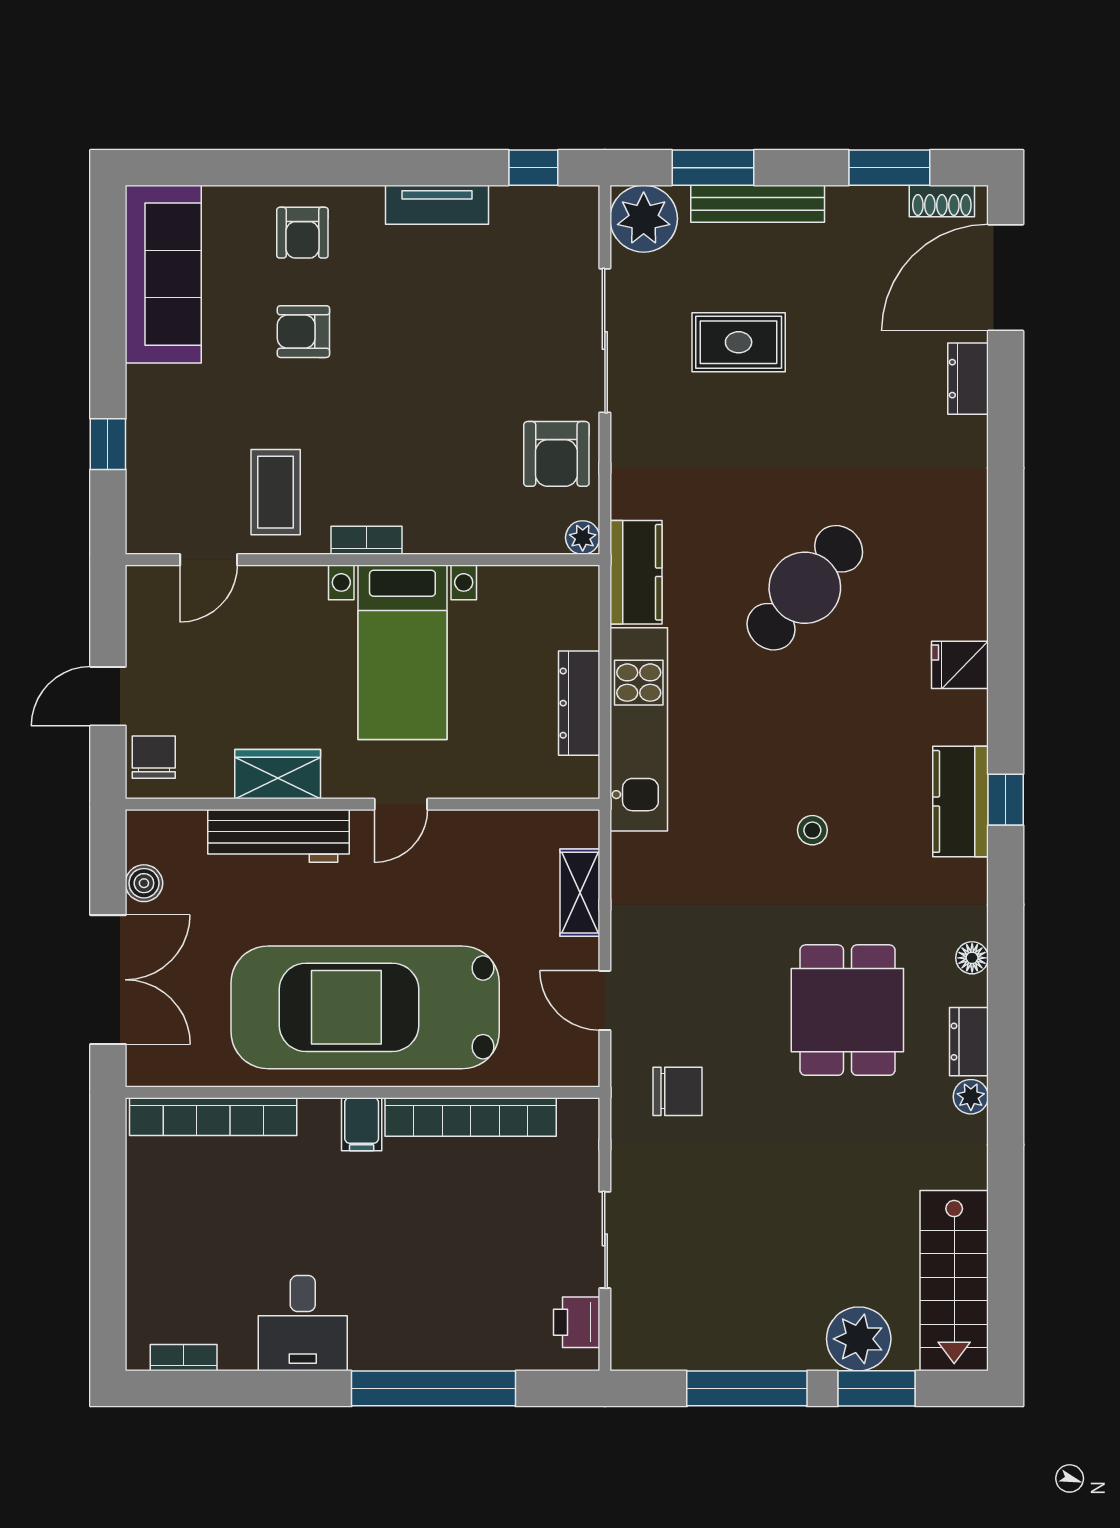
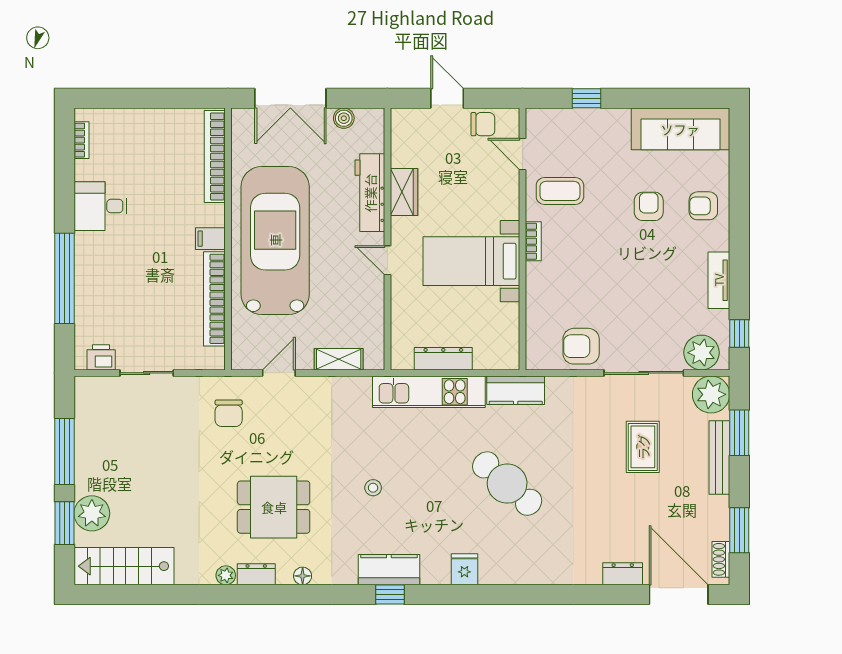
plant: (583, 538) -> (702, 353), moved, width x1.87, depth x1.87
chair: (154, 757) -> (483, 124), moved

